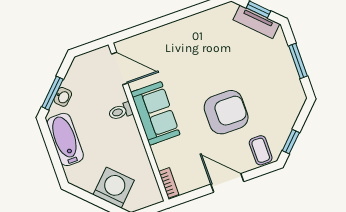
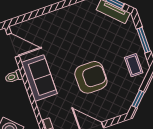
coffee table: (261, 150) -> (134, 65), moved

